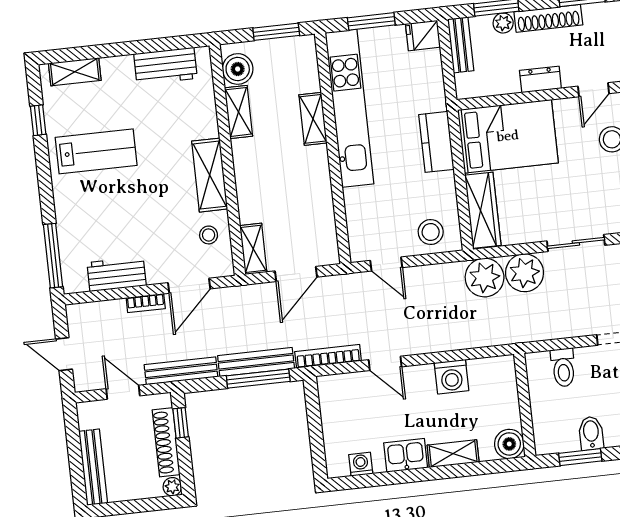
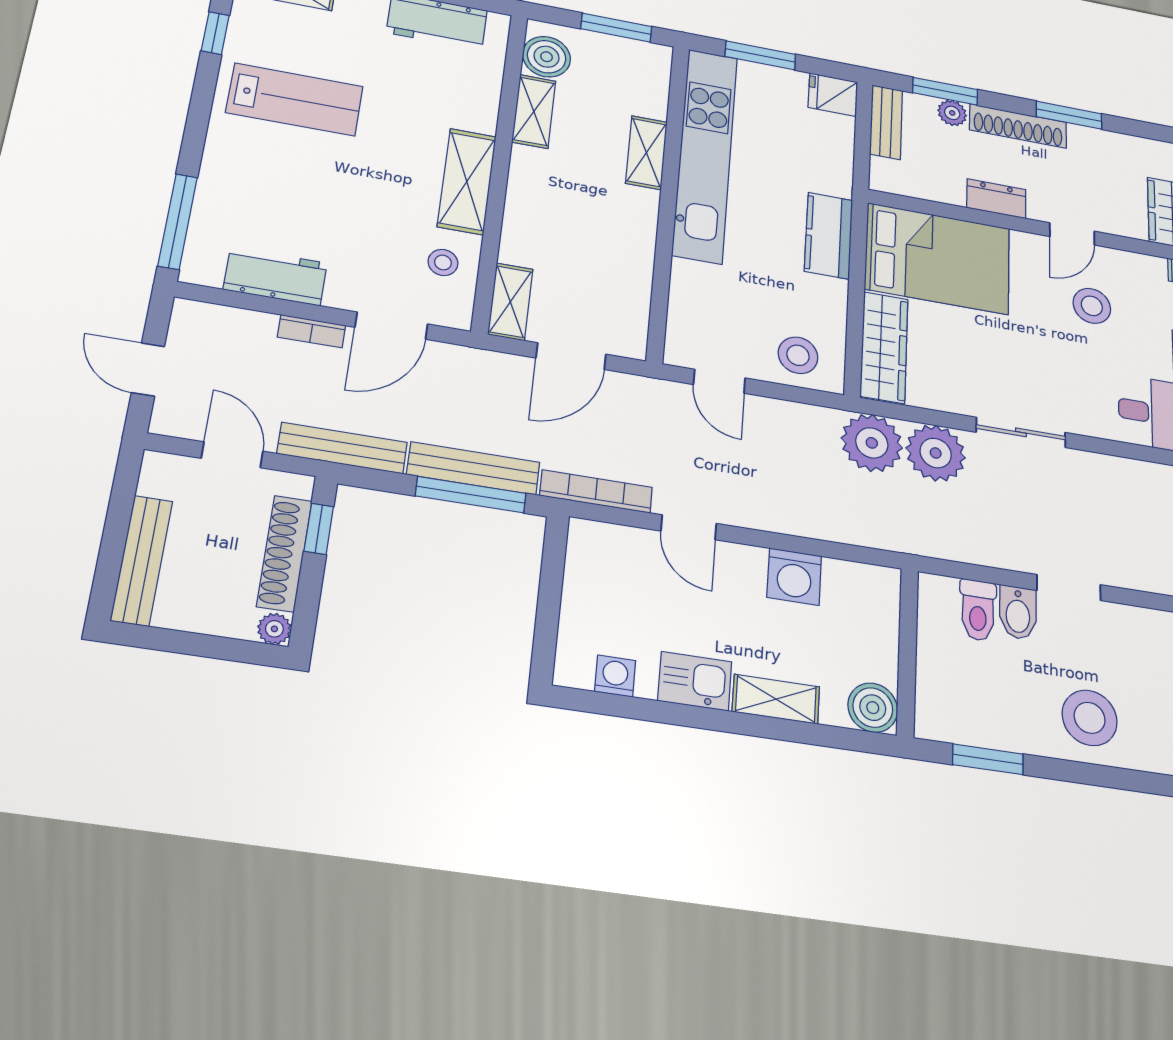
bidet: (591, 433) -> (1018, 613), moved, turned 180

